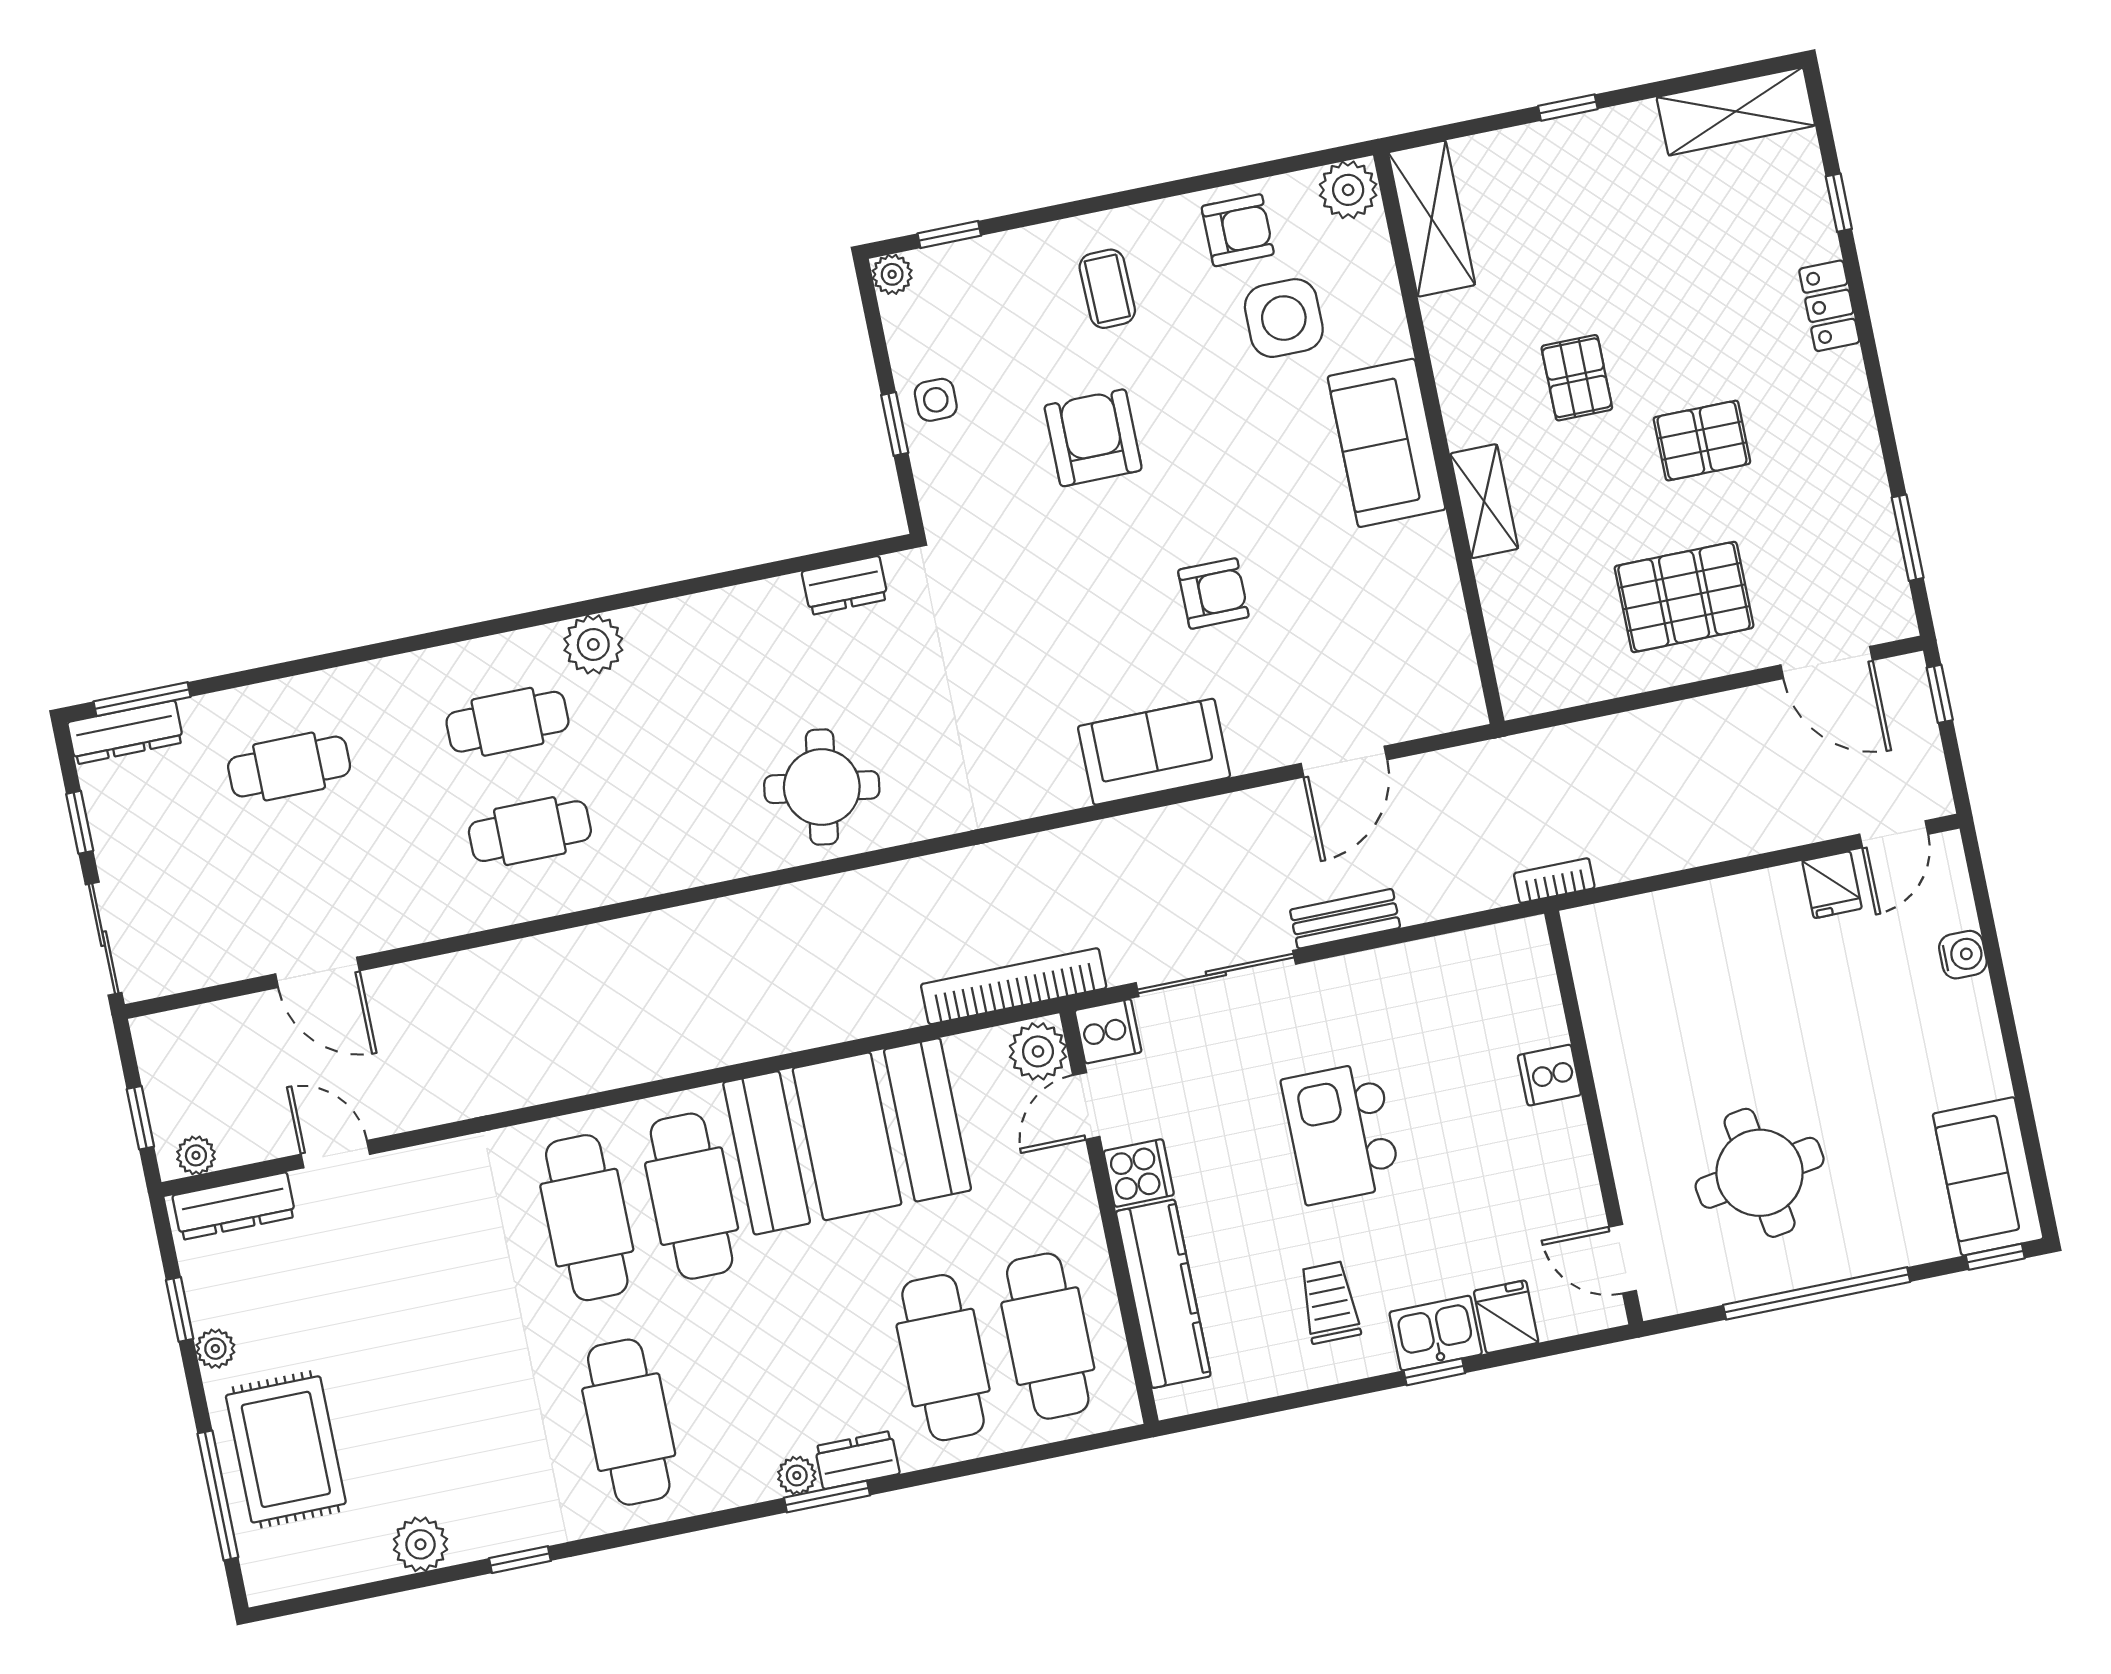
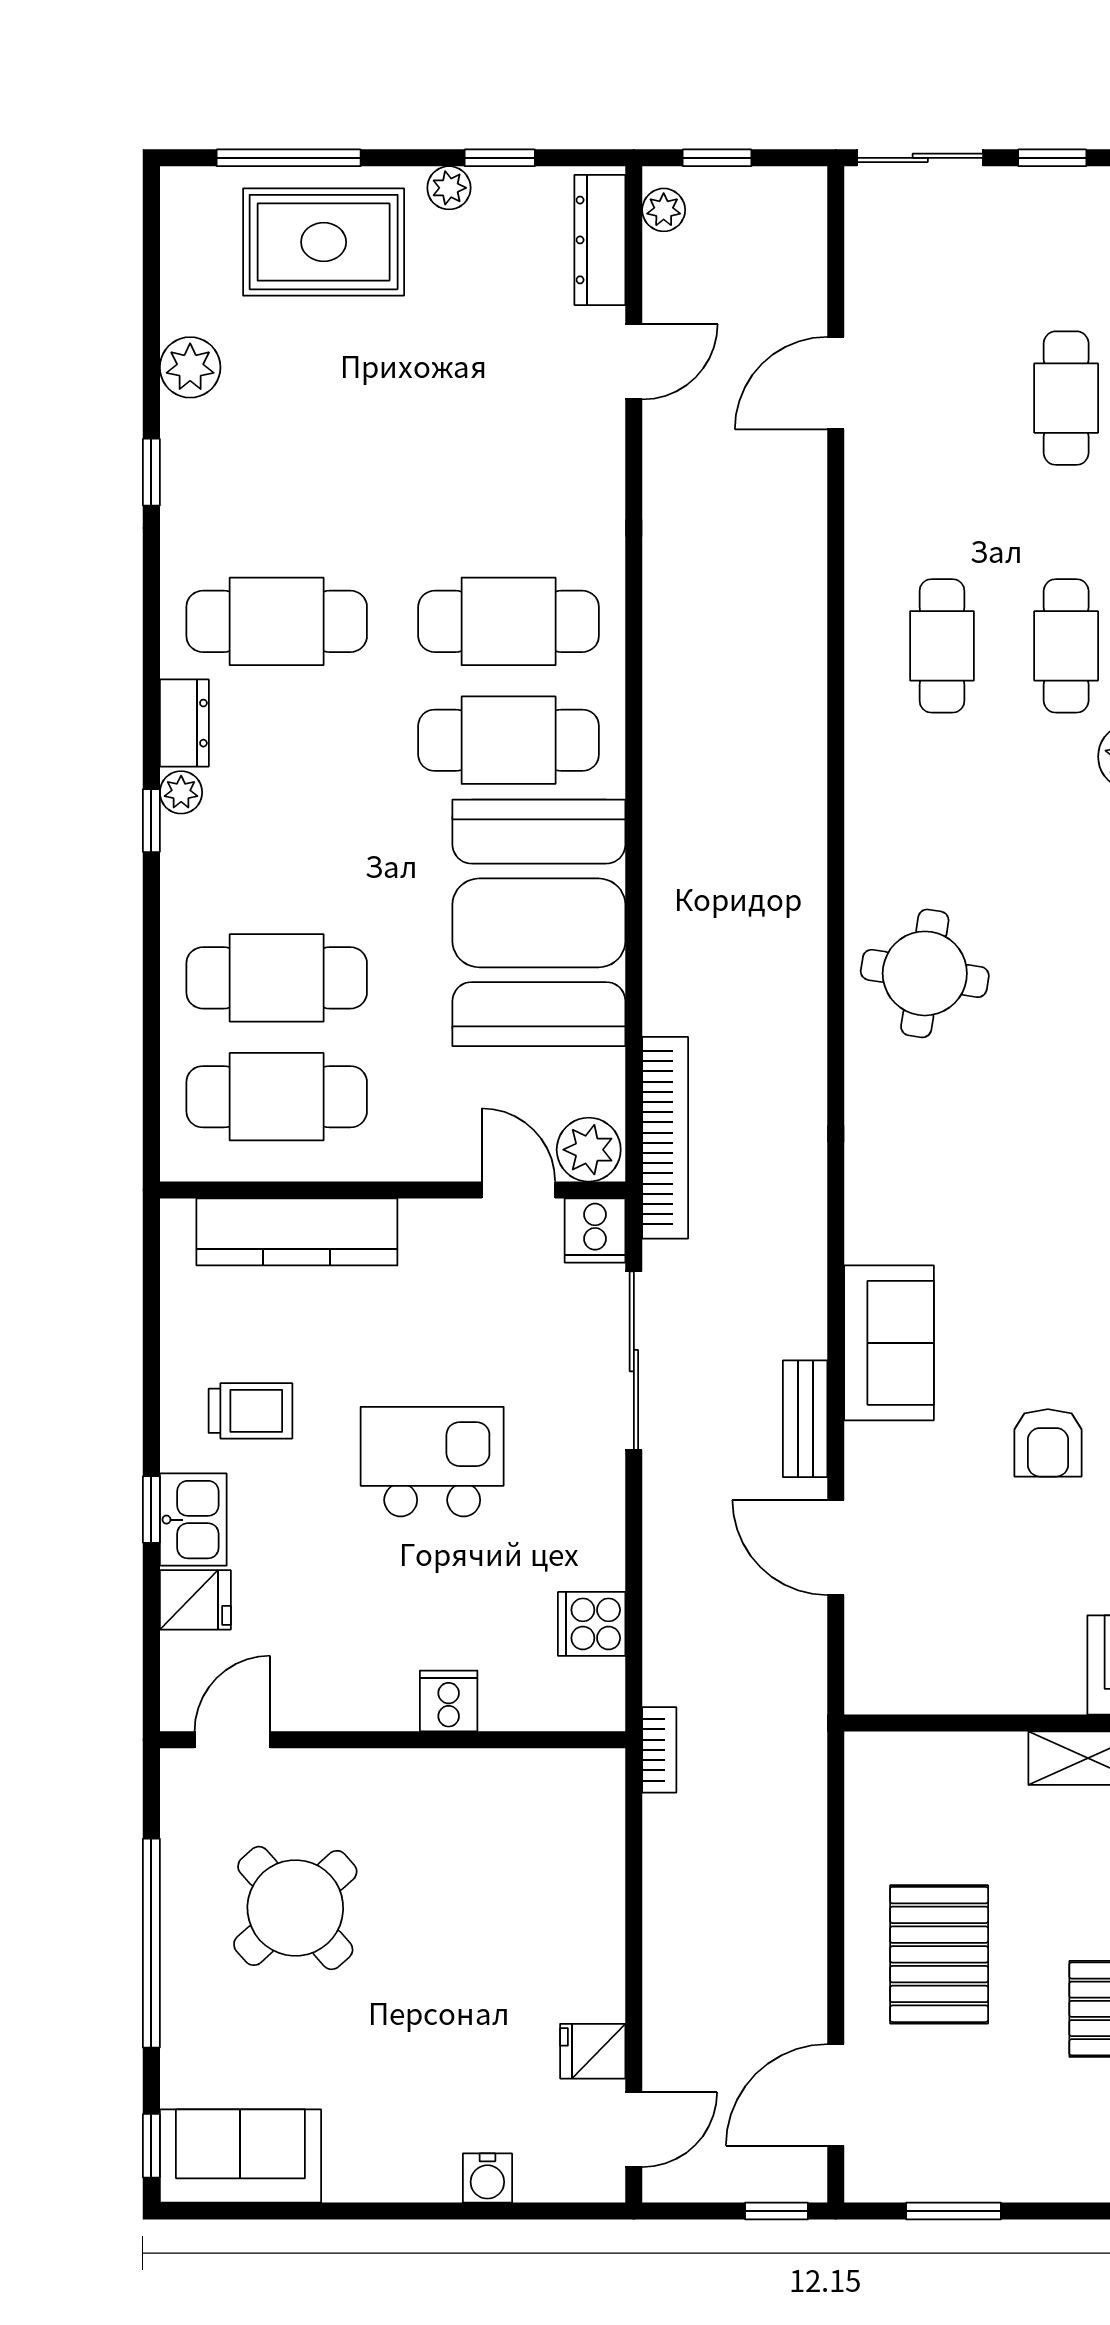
door: (1894, 834) -> (634, 2130), swing flipped
bench: (1345, 919) -> (805, 1419), moved
cooker: (1139, 1173) -> (592, 1624), moved, turned 90
round table: (1760, 1173) -> (295, 1908), turned -33
dresser: (857, 1460) -> (184, 723), moved
window: (827, 1496) -> (151, 821), width x0.67

